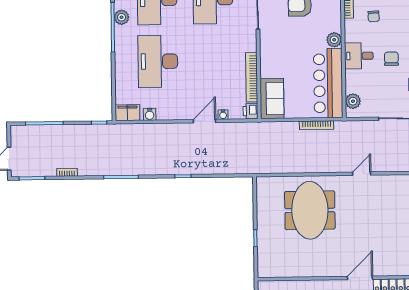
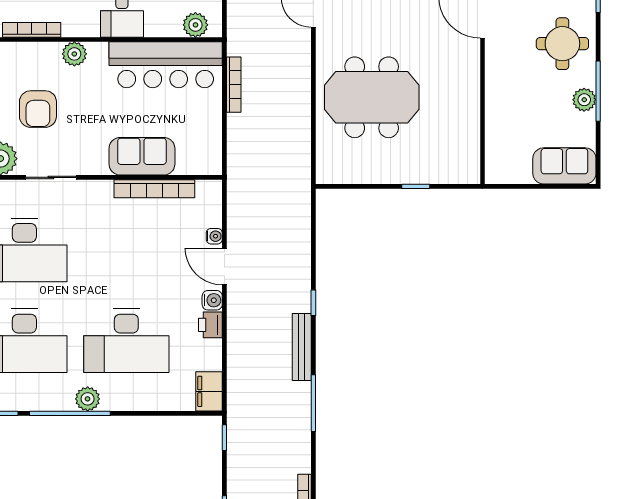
plant: (122, 17) -> (88, 399), moved
plant: (334, 40) -> (74, 54), moved
sofa: (272, 99) -> (142, 156), moved
printer: (251, 111) -> (210, 325), moved, turned 90
water cooler: (150, 114) -> (212, 300), moved
bench: (156, 169) -> (302, 347), added

